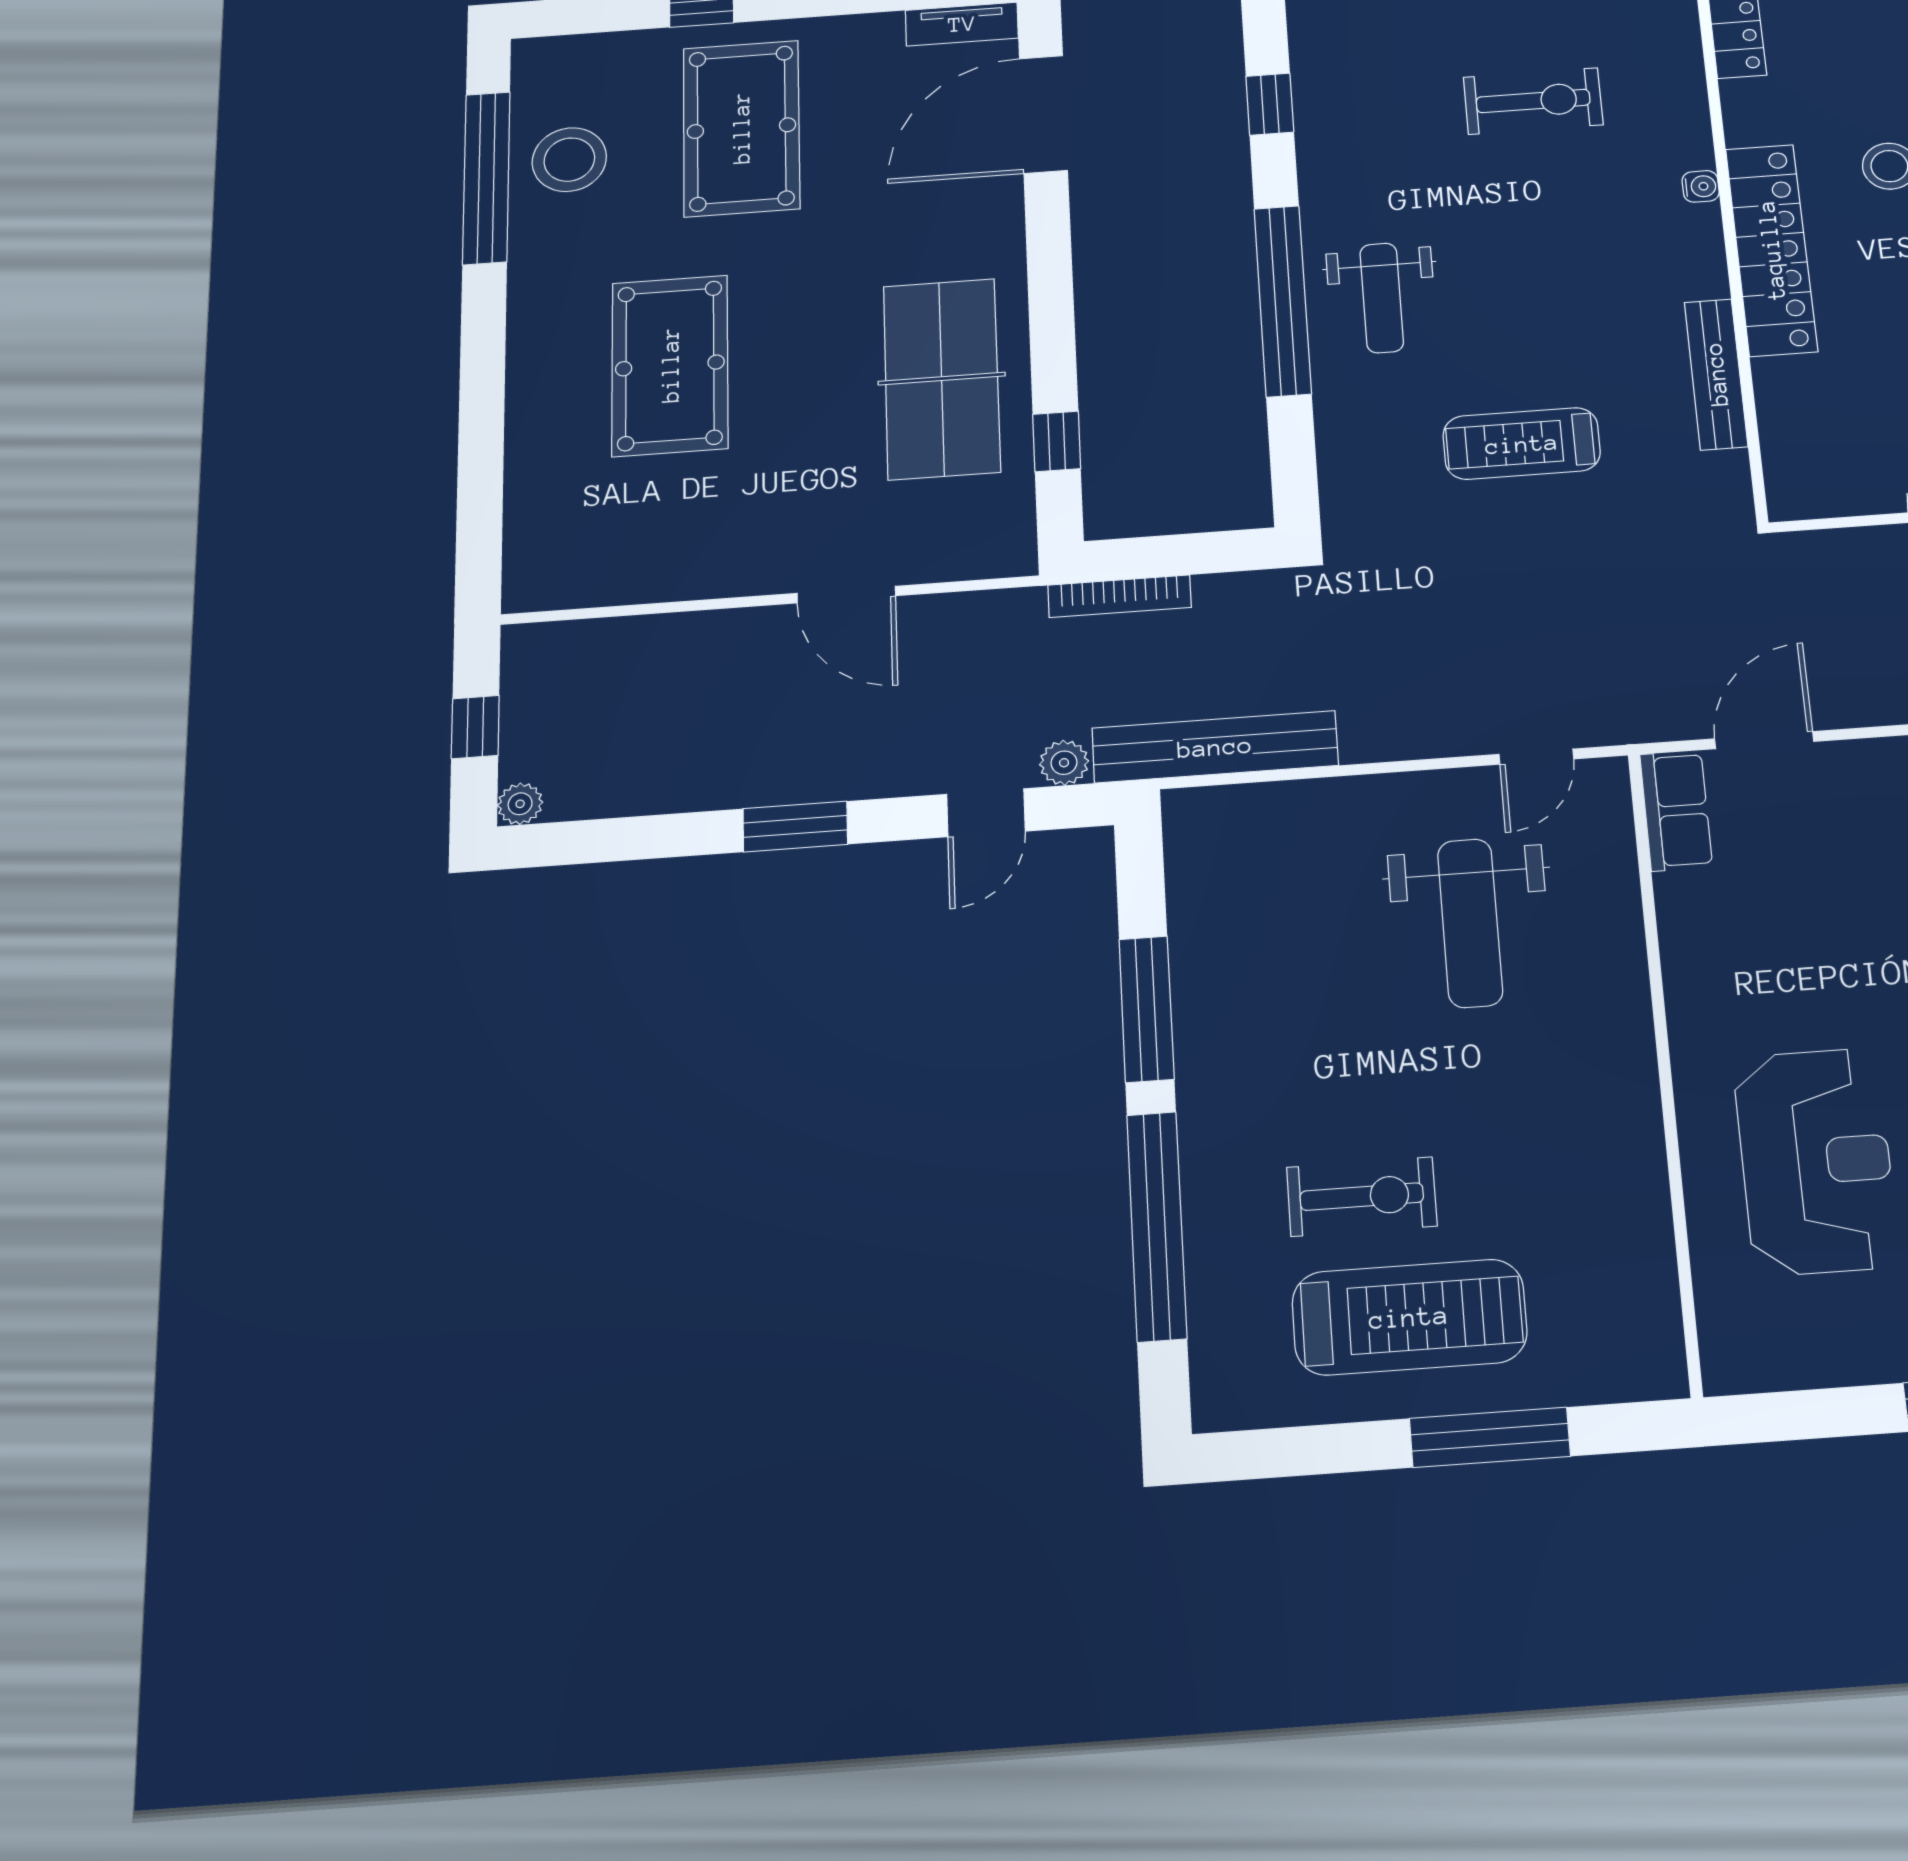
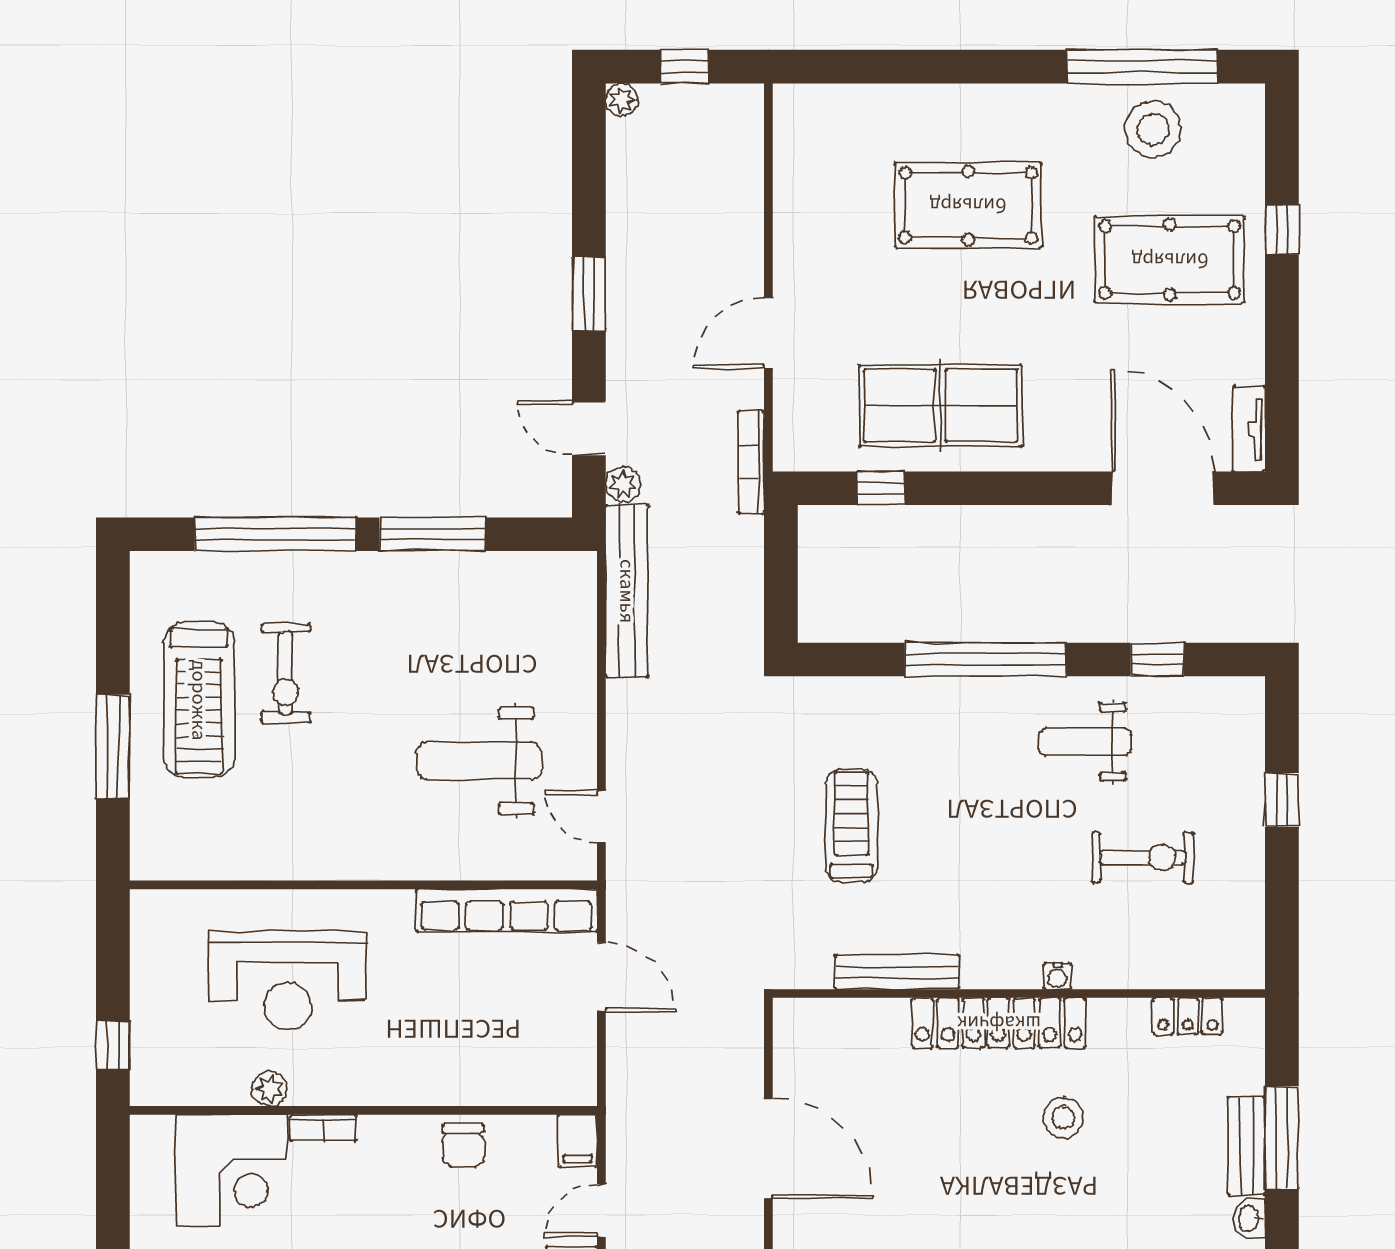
exercise bike: (1533, 101) -> (1143, 858), turned -90
weight bench: (1382, 298) -> (1085, 742), moved
bookcase: (1120, 596) -> (751, 462), moved
row of seats: (1676, 811) -> (507, 911), width x2.02

